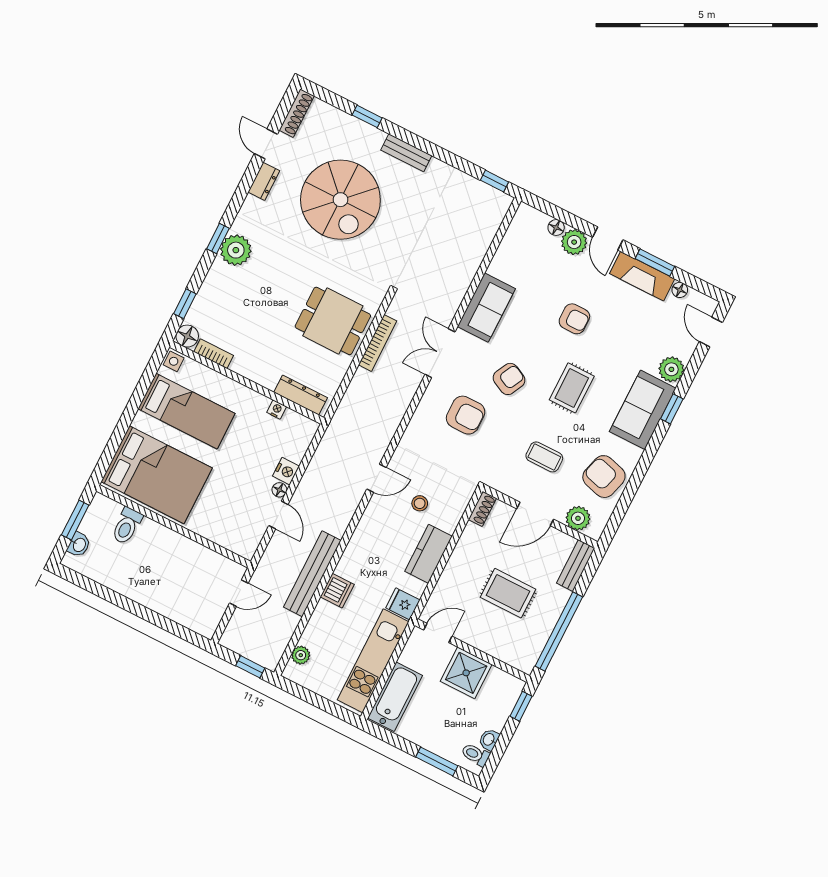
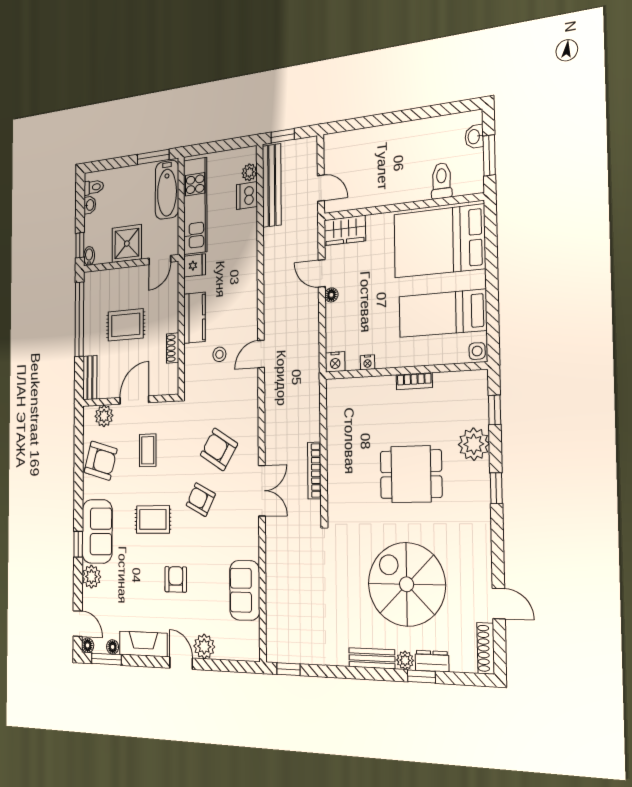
plant: (375, 137) -> (405, 660), added
dresser: (264, 181) -> (432, 661), moved, turned 90
floor lamp: (556, 228) -> (88, 645), moved
plant: (236, 250) -> (474, 444), moved
window: (655, 262) -> (106, 659), moved
sofa: (486, 308) -> (245, 590), moved
armchair: (574, 319) -> (176, 579), turned 90
dining table: (333, 321) -> (411, 474), moved
floor lamp: (187, 336) -> (477, 381), removed
bookcase: (214, 354) -> (414, 381), moved
armchair: (509, 379) -> (201, 500), turned 90
rug: (572, 388) -> (153, 519), turned 90
dresser: (301, 395) -> (354, 387), removed
armchair: (466, 415) -> (219, 449), turned 32
coffee table: (544, 457) -> (148, 450), turned 90
nightstand: (286, 471) -> (335, 362), moved, turned -90
shoe rack: (482, 509) -> (173, 348), moved
wardrobe: (236, 540) -> (345, 230), added
bench: (312, 574) -> (272, 185), moved
dishwasher: (337, 591) -> (247, 196), moved
door: (239, 593) -> (321, 188), swing flipped
bidet: (516, 688) -> (89, 256), added
window: (437, 761) -> (153, 157), moved

